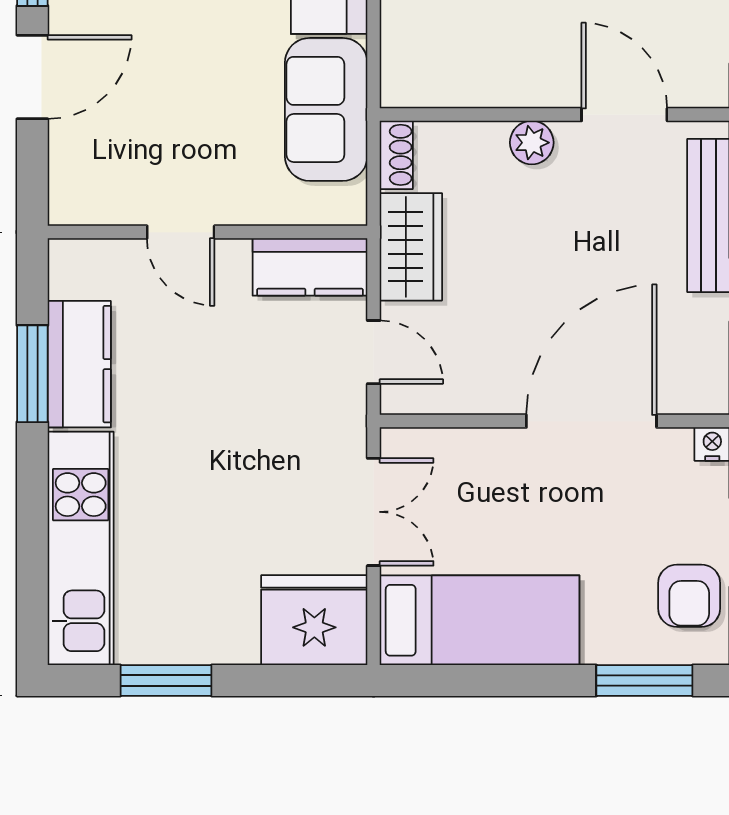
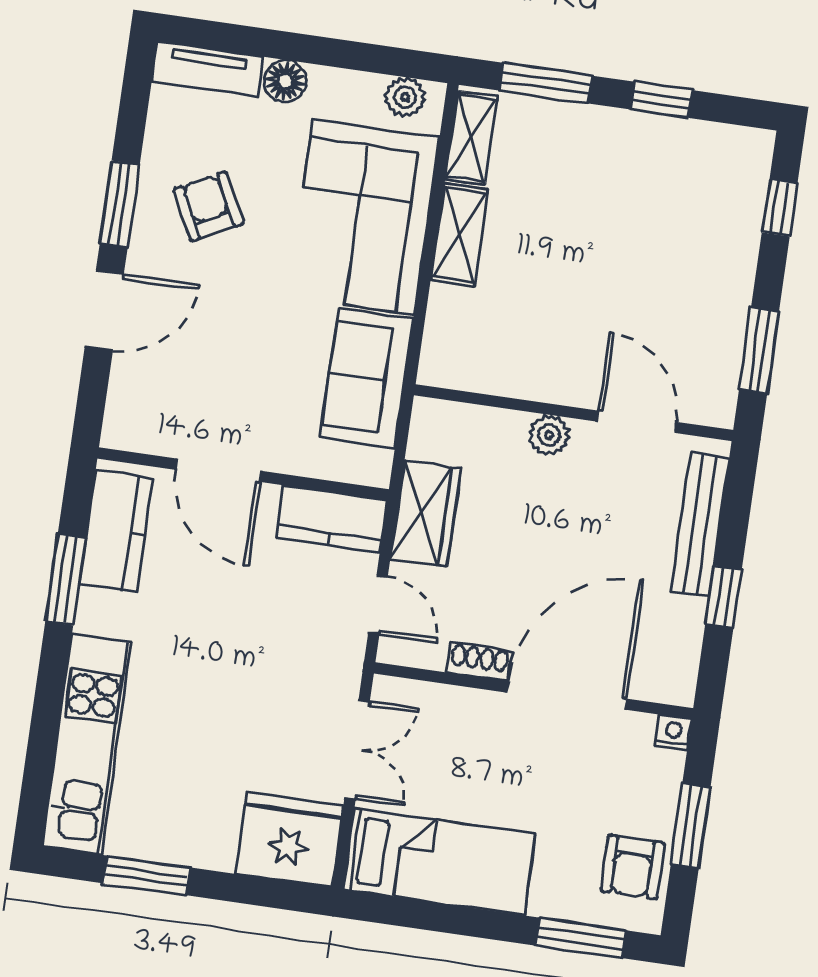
shoe rack: (396, 155) -> (479, 662), moved, turned -90
door: (181, 232) -> (219, 470), width x1.38
kitchen counter: (79, 364) -> (116, 531), moved

